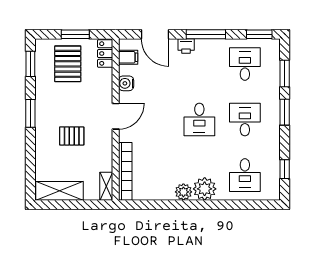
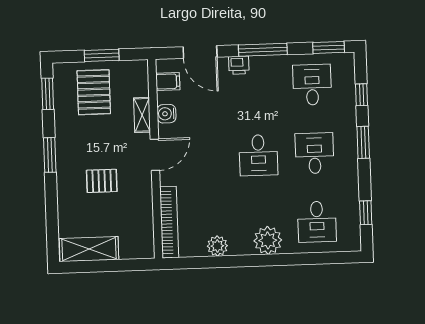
locker: (105, 54) -> (139, 78), removed
window: (285, 73) -> (362, 95), width x0.67
shelving: (106, 186) -> (142, 115), moved
plant: (183, 192) -> (217, 246), moved

